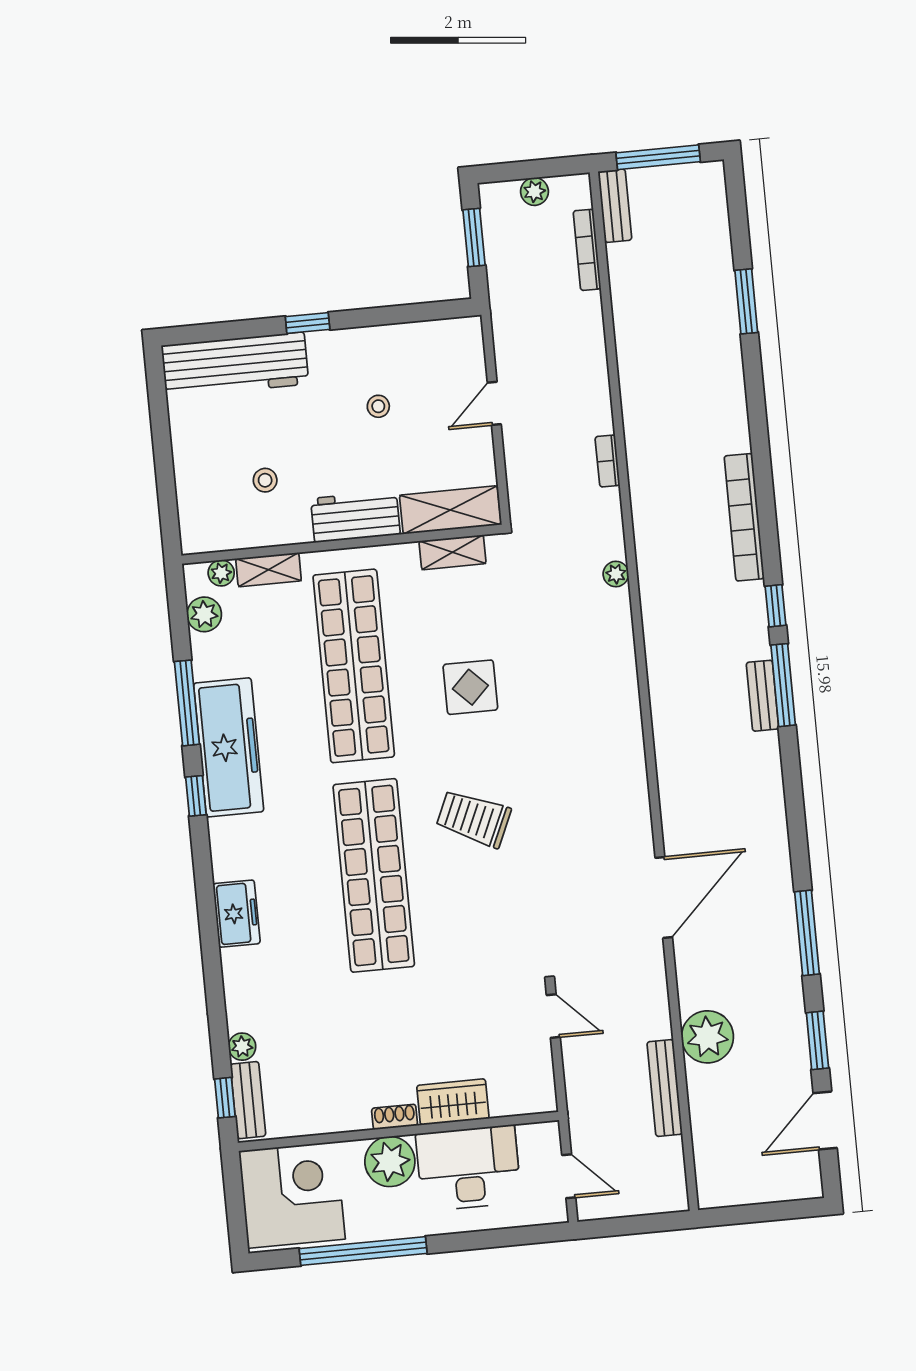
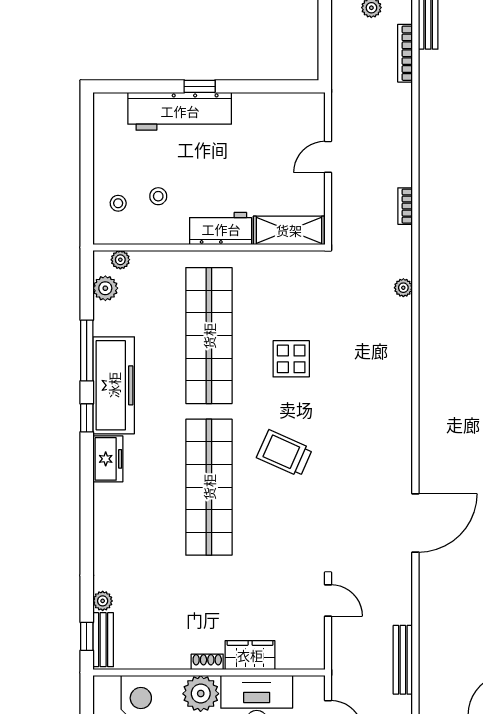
window: (474, 237) -> (325, 37), removed
workbench: (235, 365) -> (180, 111), moved
stool: (378, 406) -> (118, 203), moved
shelving: (452, 552) -> (288, 261), removed
shelving: (269, 570) -> (155, 261), removed
freezer: (237, 914) -> (108, 459), moved
plant: (707, 1037) -> (437, 626), removed

